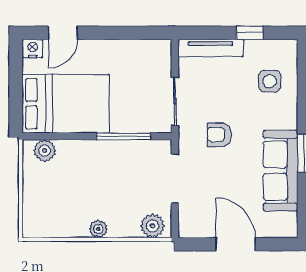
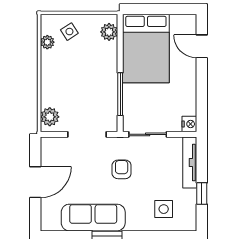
nightstand: (33, 48) -> (189, 124), moved
side table: (44, 201) -> (69, 32), added
plant: (98, 229) -> (47, 42), moved

